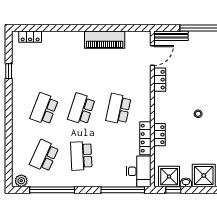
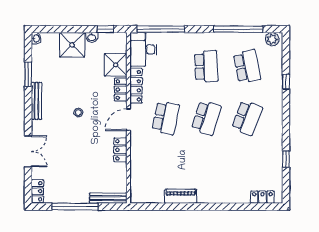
piano: (105, 40) -> (181, 196), width x0.73, depth x0.75
door: (152, 56) -> (128, 120), moved
window: (9, 142) -> (286, 82), added
school desk: (44, 156) -> (247, 66), turned -36
shower: (169, 177) -> (116, 65), moved

